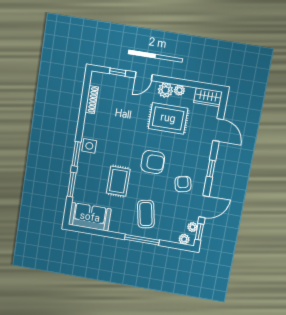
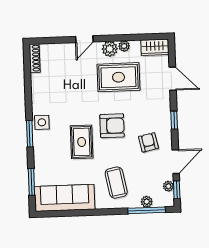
window: (118, 72) -> (57, 40), removed
shoe rack: (92, 100) -> (35, 58), moved
rug: (118, 181) -> (82, 142), moved
window: (72, 185) -> (31, 182), moved
sofa: (90, 217) -> (65, 198), width x1.36
plant: (184, 239) -> (147, 202), moved
window: (142, 240) -> (147, 210), moved

